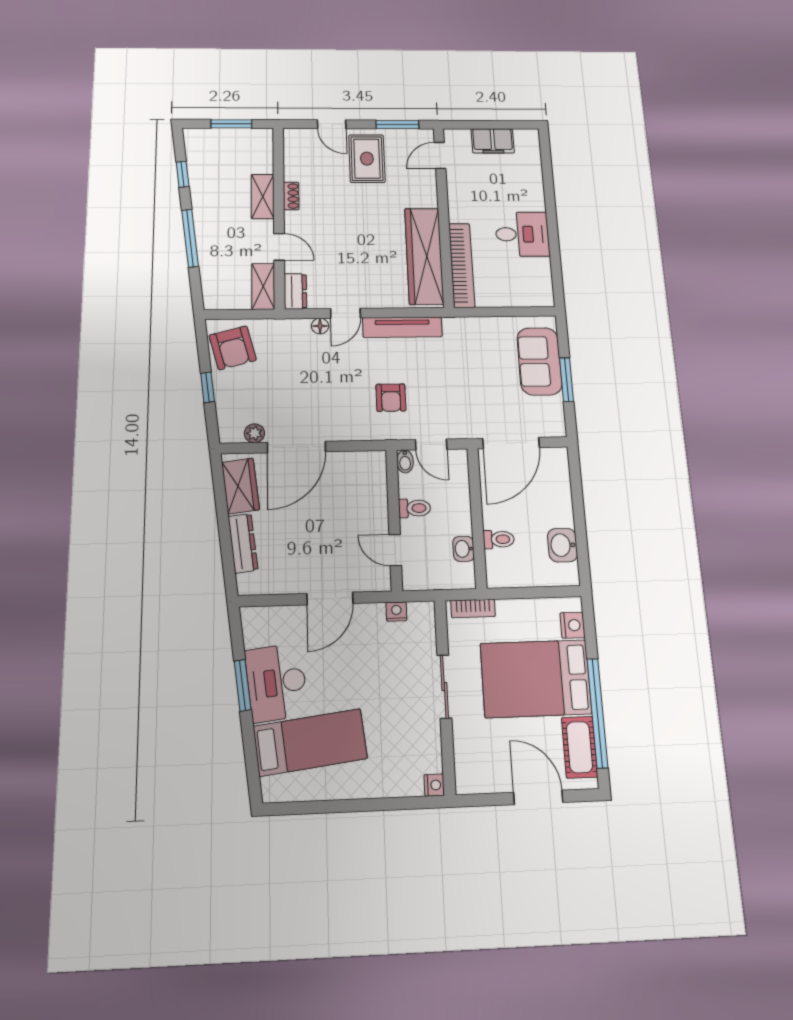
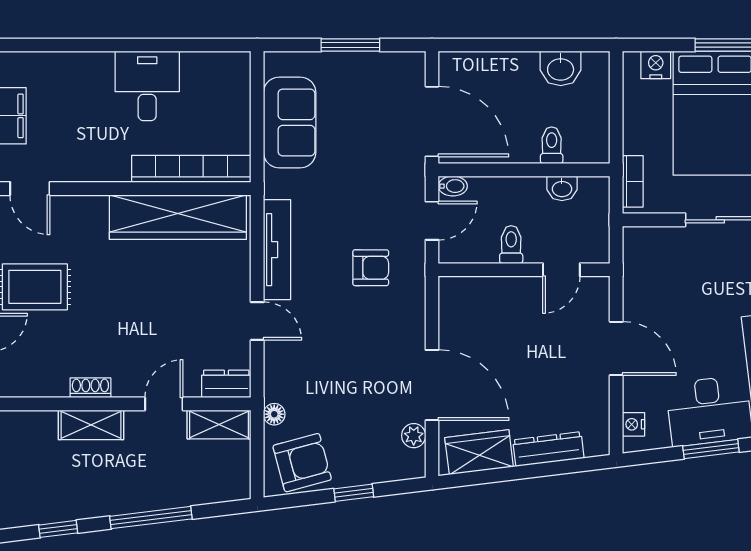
floor lamp: (320, 326) -> (274, 414), moved
sofa: (539, 361) -> (290, 122), moved, turned -90
bidet: (405, 461) -> (453, 186), moved
nightstand: (396, 611) -> (633, 424), moved

